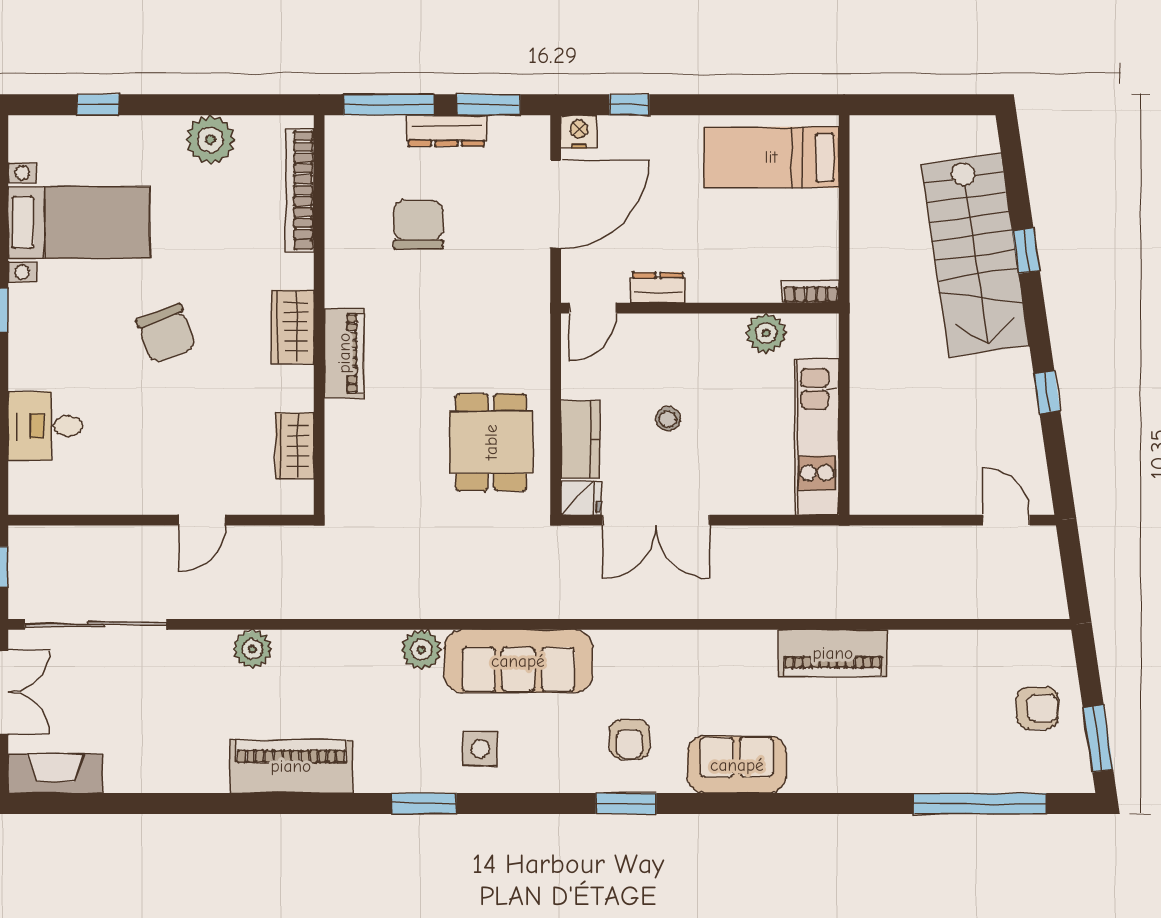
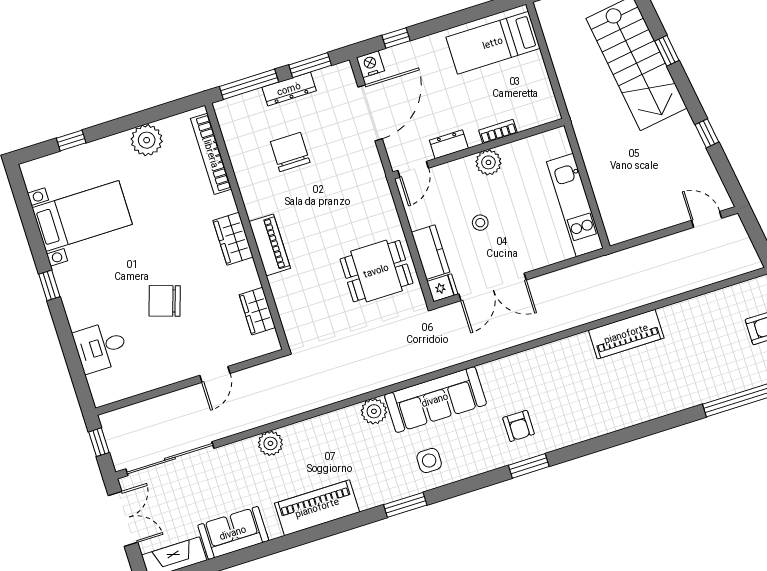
bookcase: (811, 292) -> (498, 131), moved
chair: (166, 333) -> (165, 301), moved, turned 129
plant: (766, 333) -> (488, 162), moved
dining table: (491, 442) -> (376, 271), turned 90
sofa: (737, 765) -> (233, 533), moved

